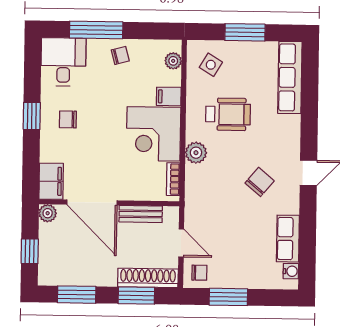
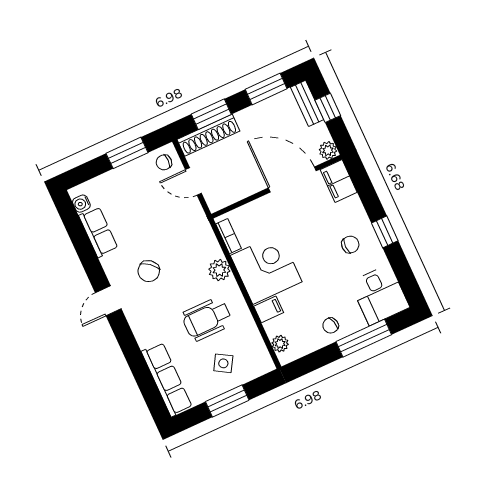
side table: (211, 65) -> (223, 363), moved
bench: (141, 214) -> (307, 103), moved, turned 90

